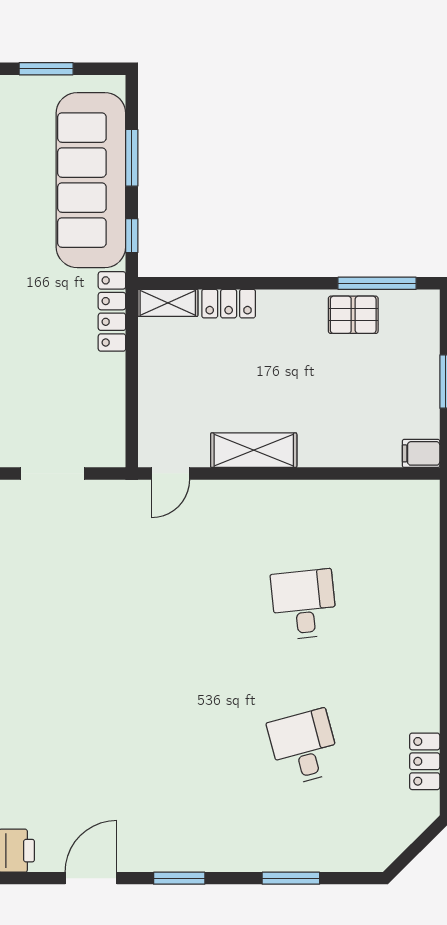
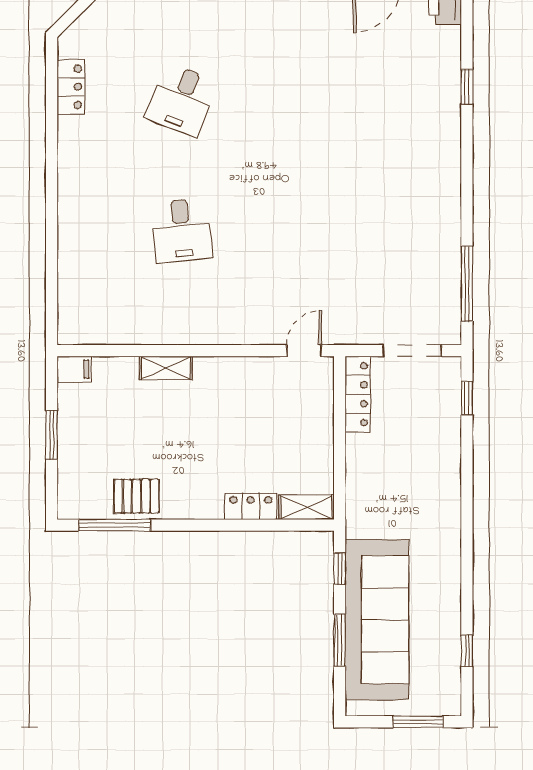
locker: (112, 311) -> (358, 394), moved
shelving: (254, 450) -> (166, 368), moved, width x0.67, depth x0.75
desk: (304, 747) -> (182, 100), turned 36

